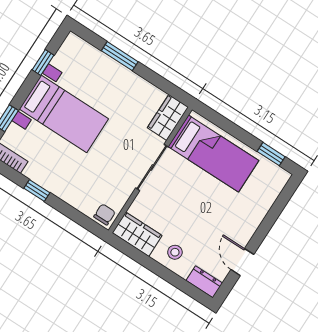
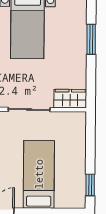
bed: (213, 153) -> (39, 174), moved, turned 180

